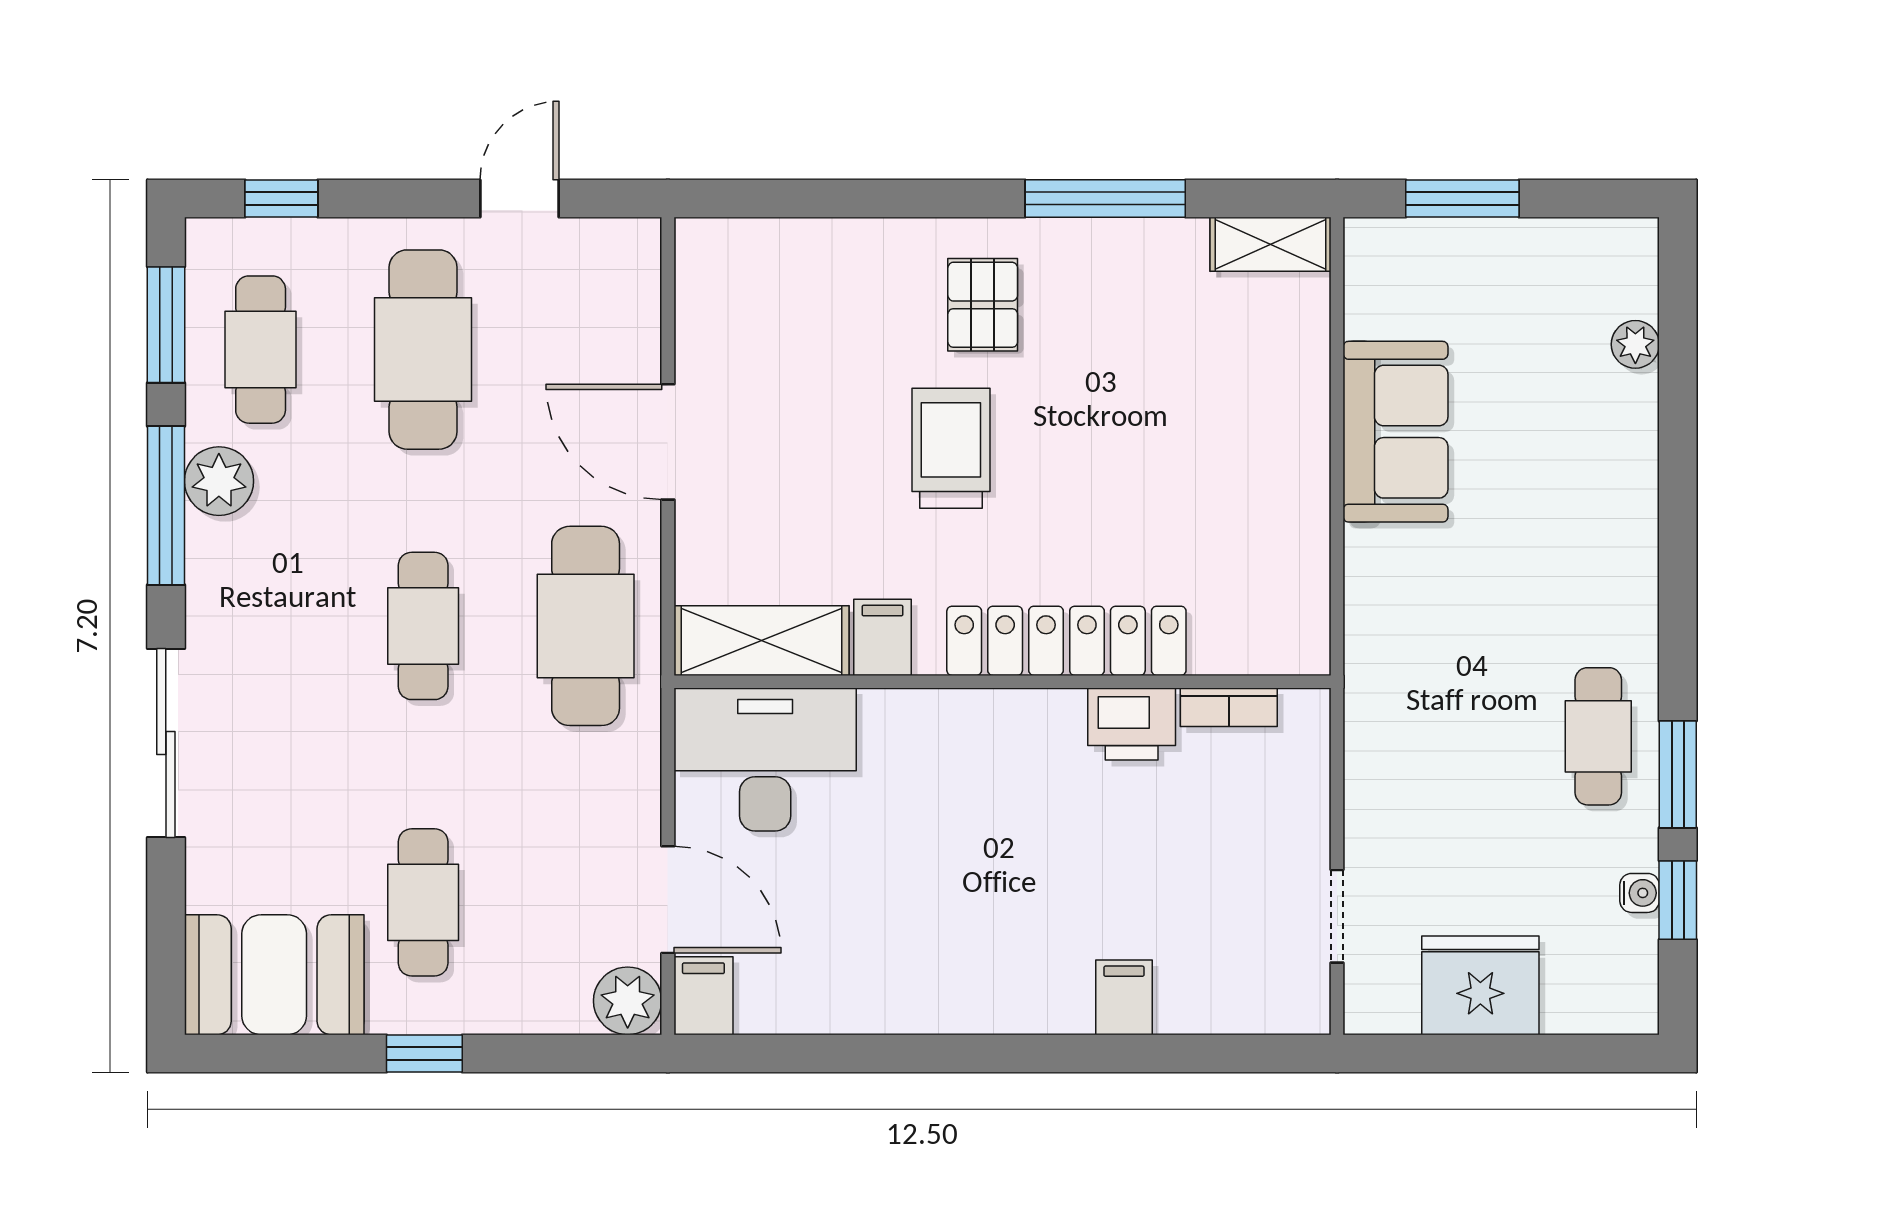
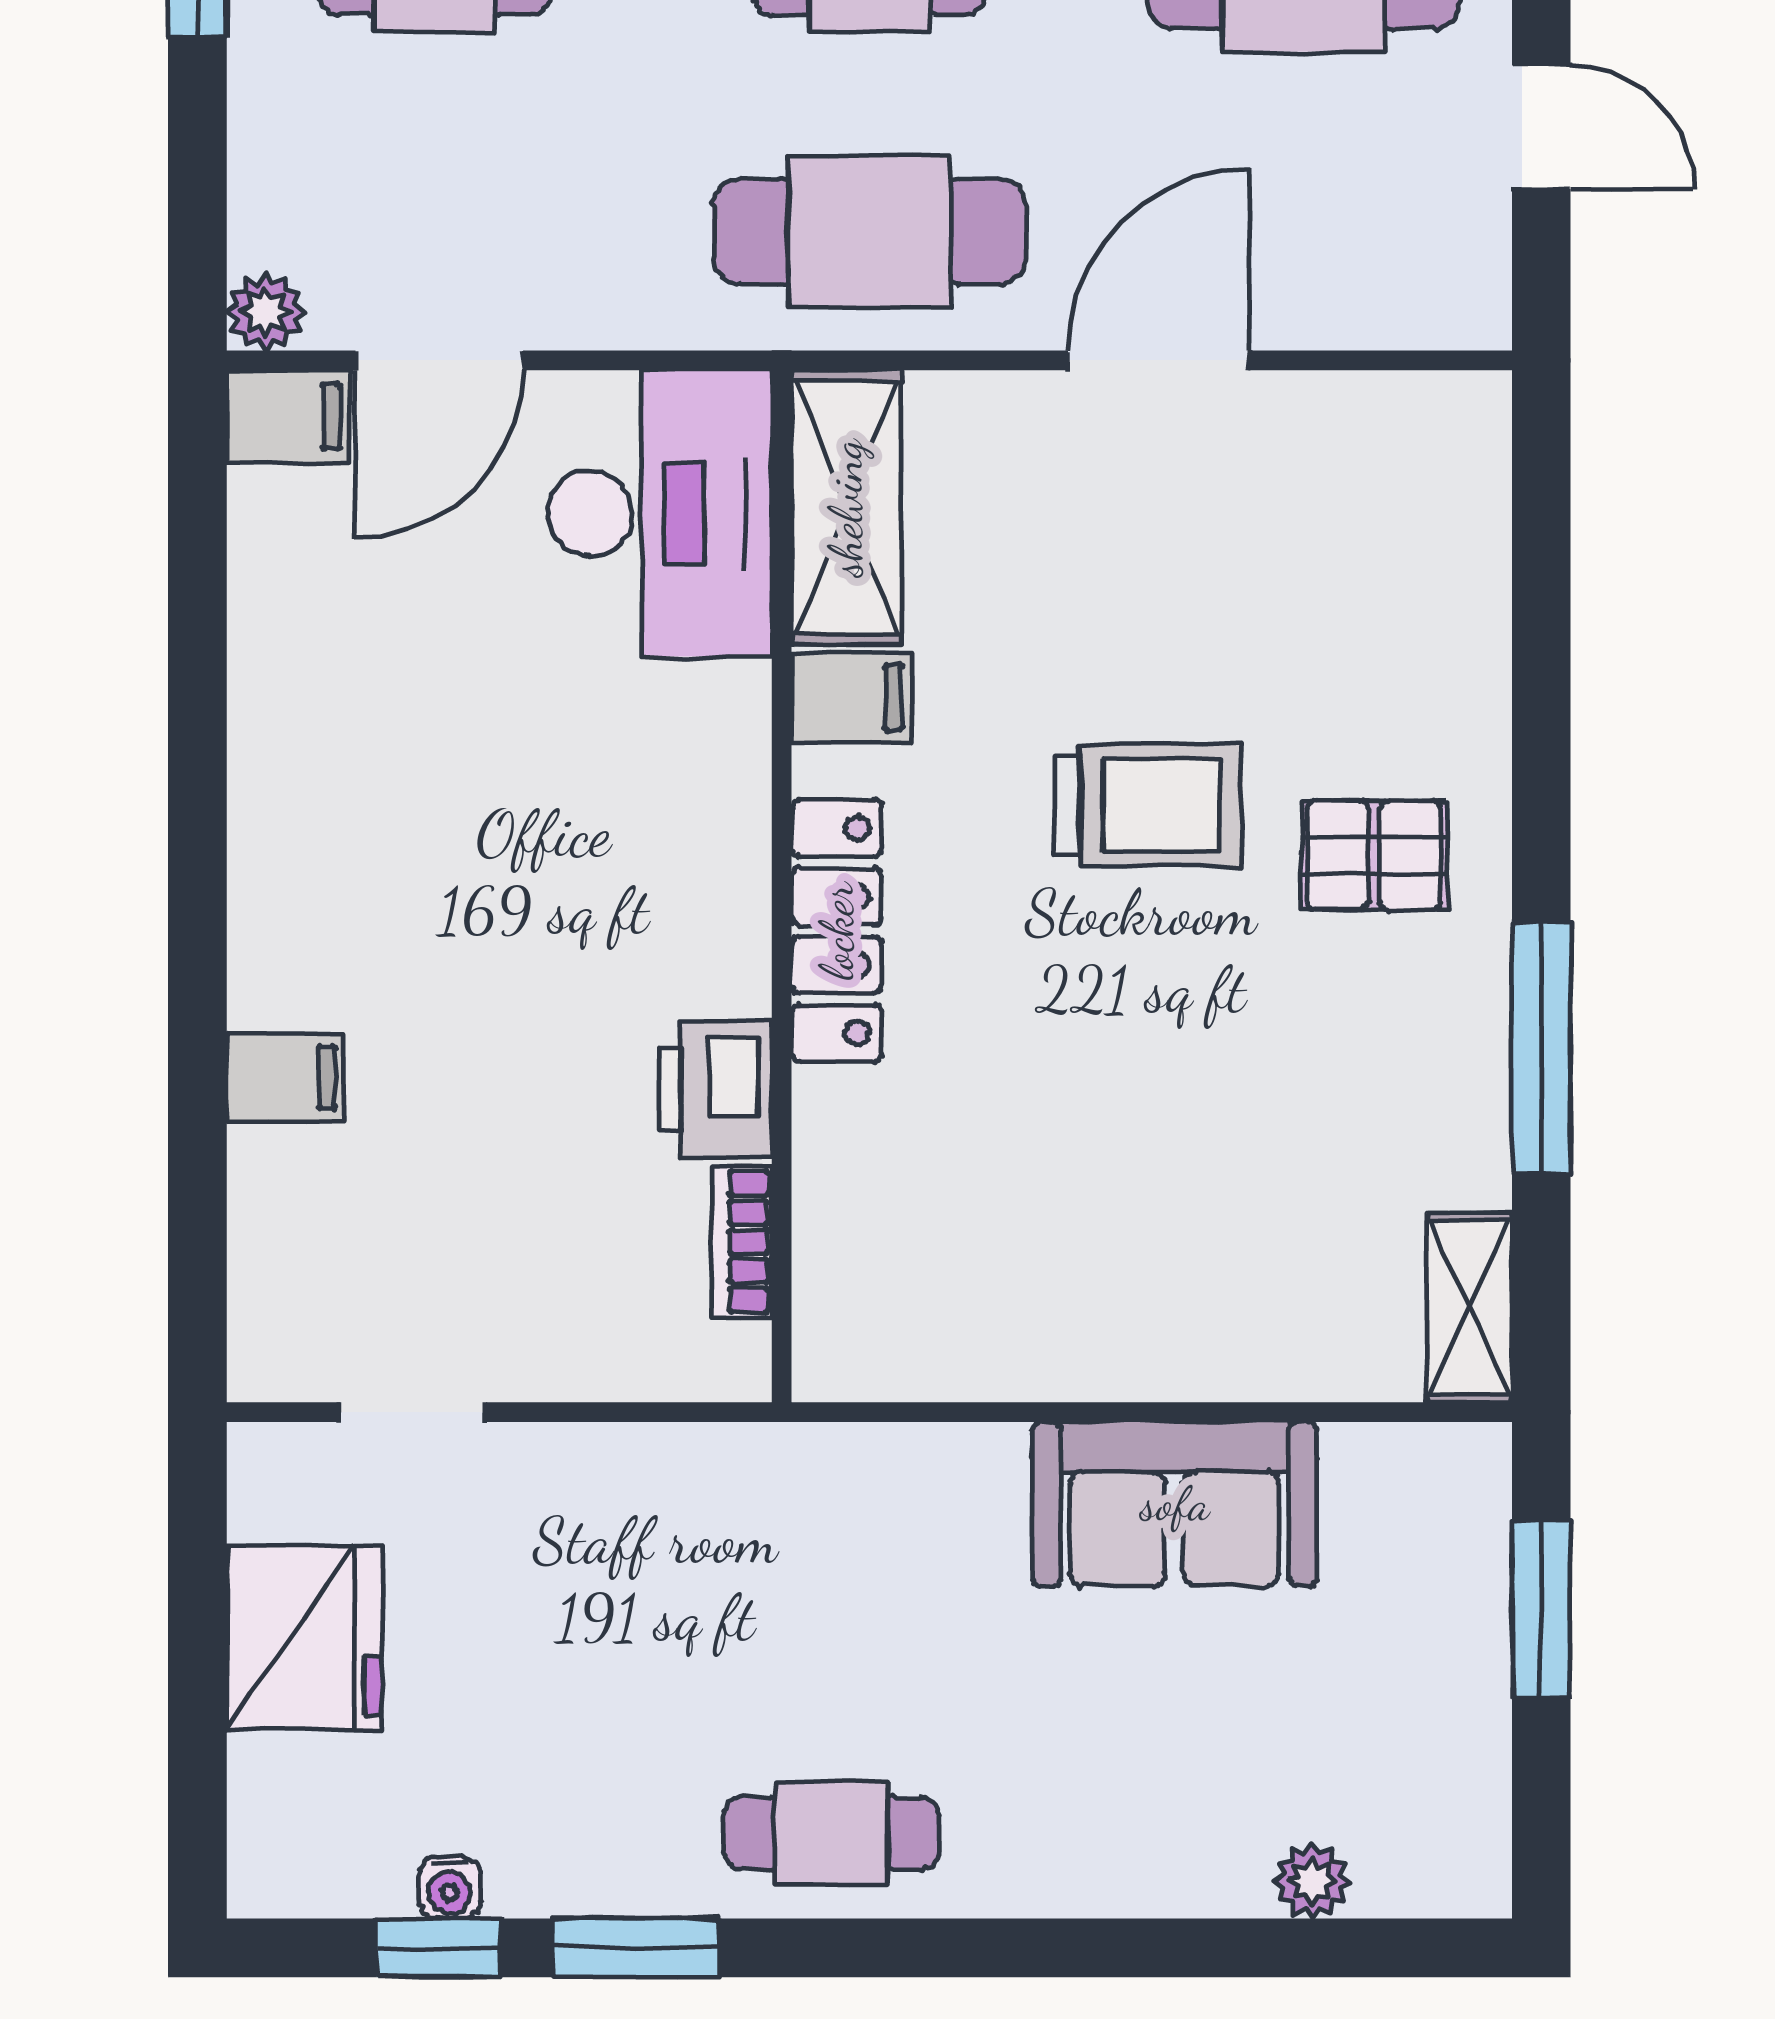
locker: (1066, 641) -> (837, 931), width x0.71, depth x0.83
cafe table: (1598, 736) -> (832, 1833), moved
plant: (628, 1001) -> (265, 312), width x0.73, depth x0.73

